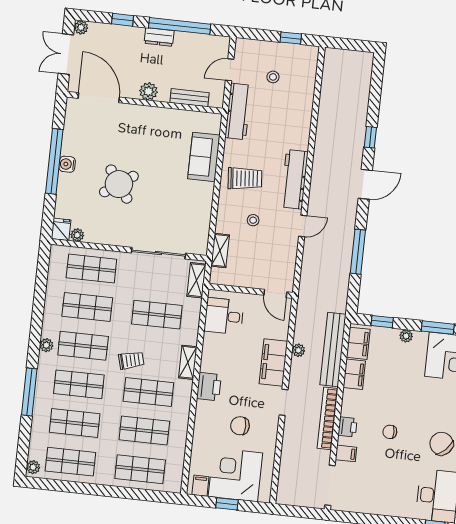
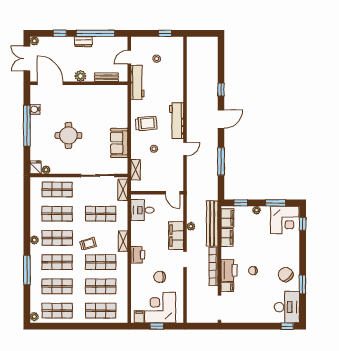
sofa: (204, 157) -> (119, 143), moved
water cooler: (67, 164) -> (35, 109), moved
round table: (119, 184) -> (68, 135), turned 35
printer: (348, 427) -> (229, 270), width x1.87, depth x1.48

